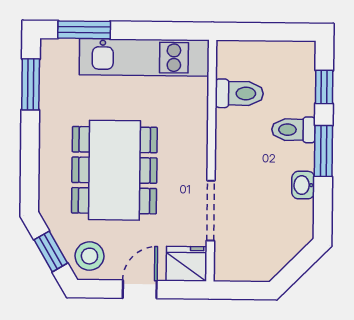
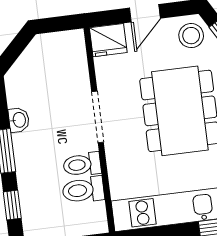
toilet: (293, 130) -> (82, 164), moved, turned 180
doorway: (211, 211) -> (98, 117), moved

